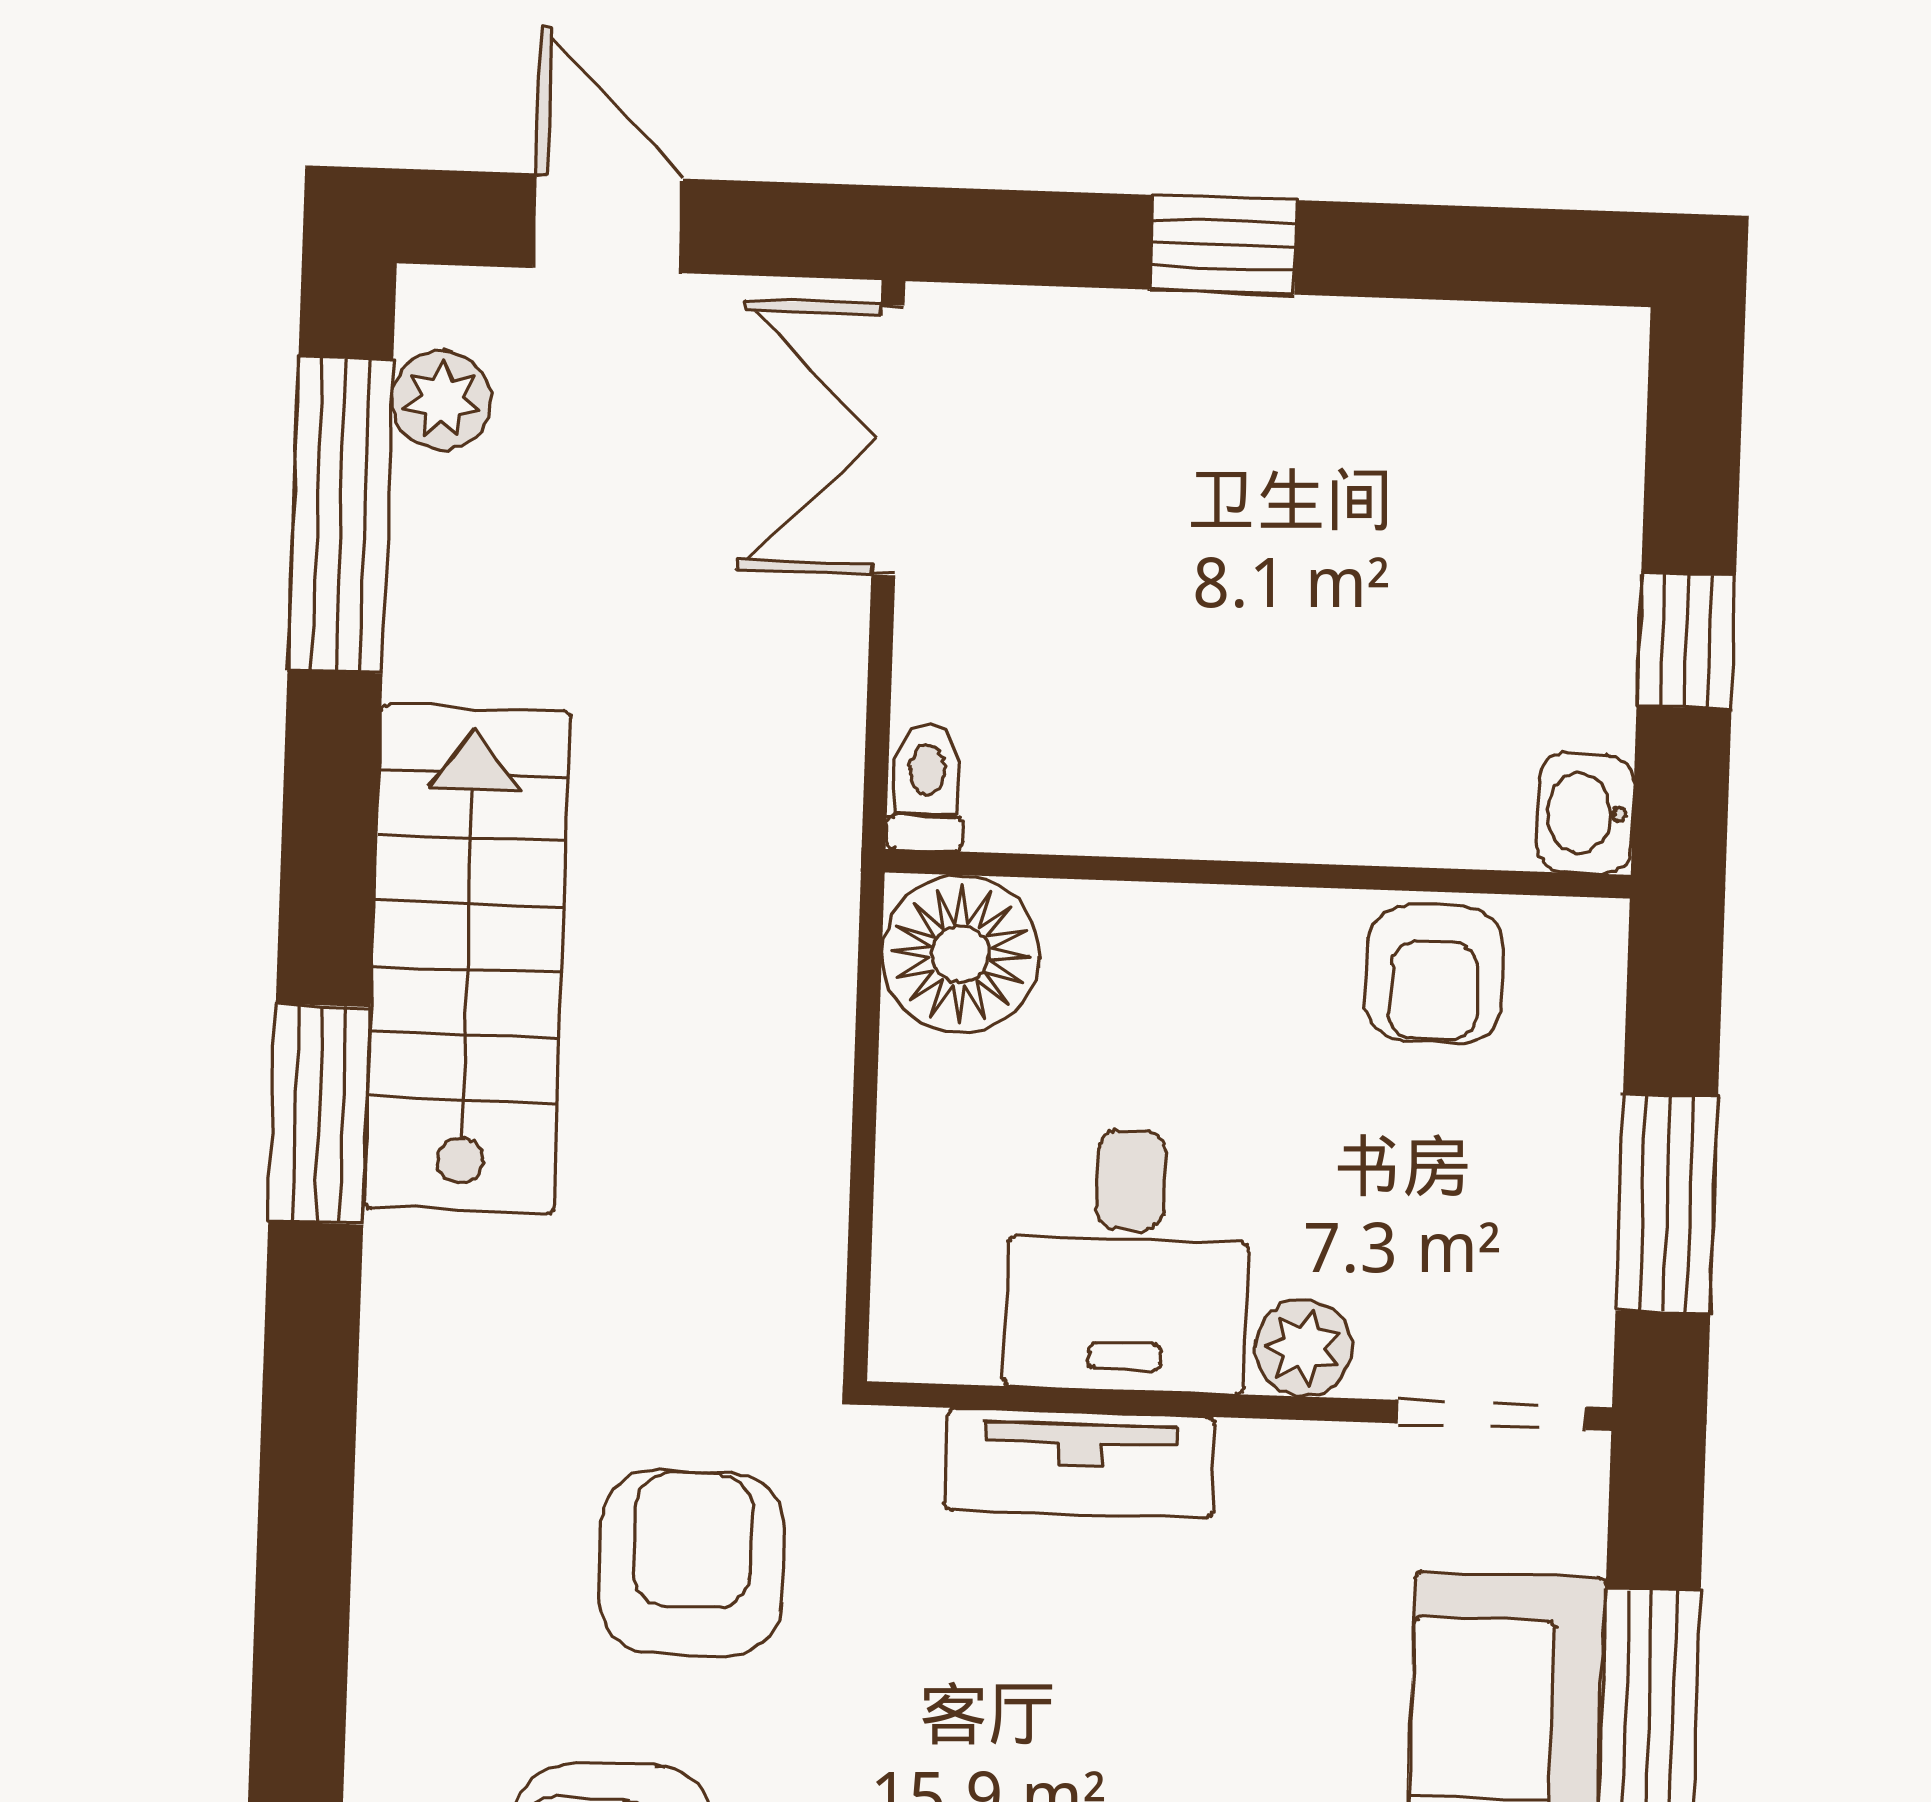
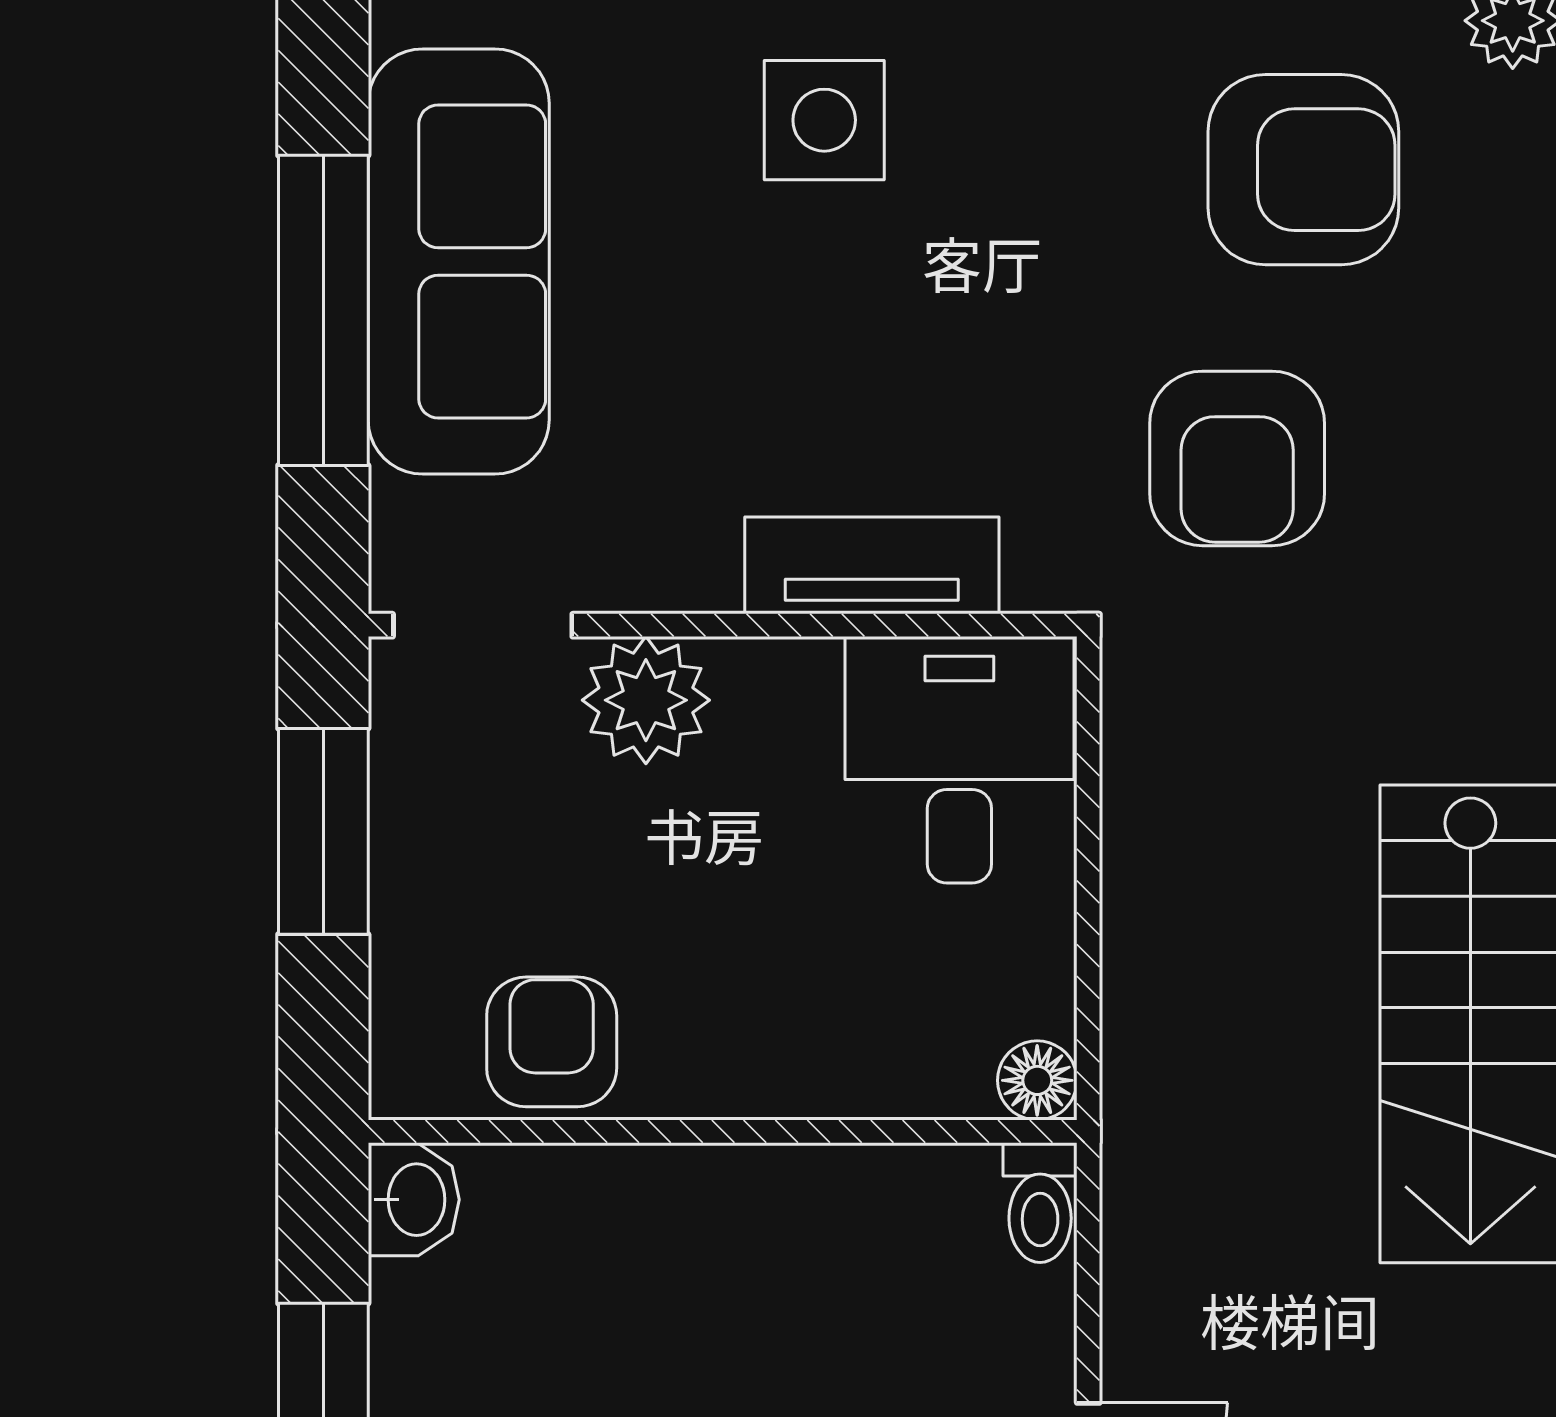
floor lamp: (961, 954) -> (1037, 1080), width x0.53, depth x0.53
desk: (1128, 1261) -> (959, 760), moved
plant: (1304, 1348) -> (646, 700), width x1.38, depth x1.38

